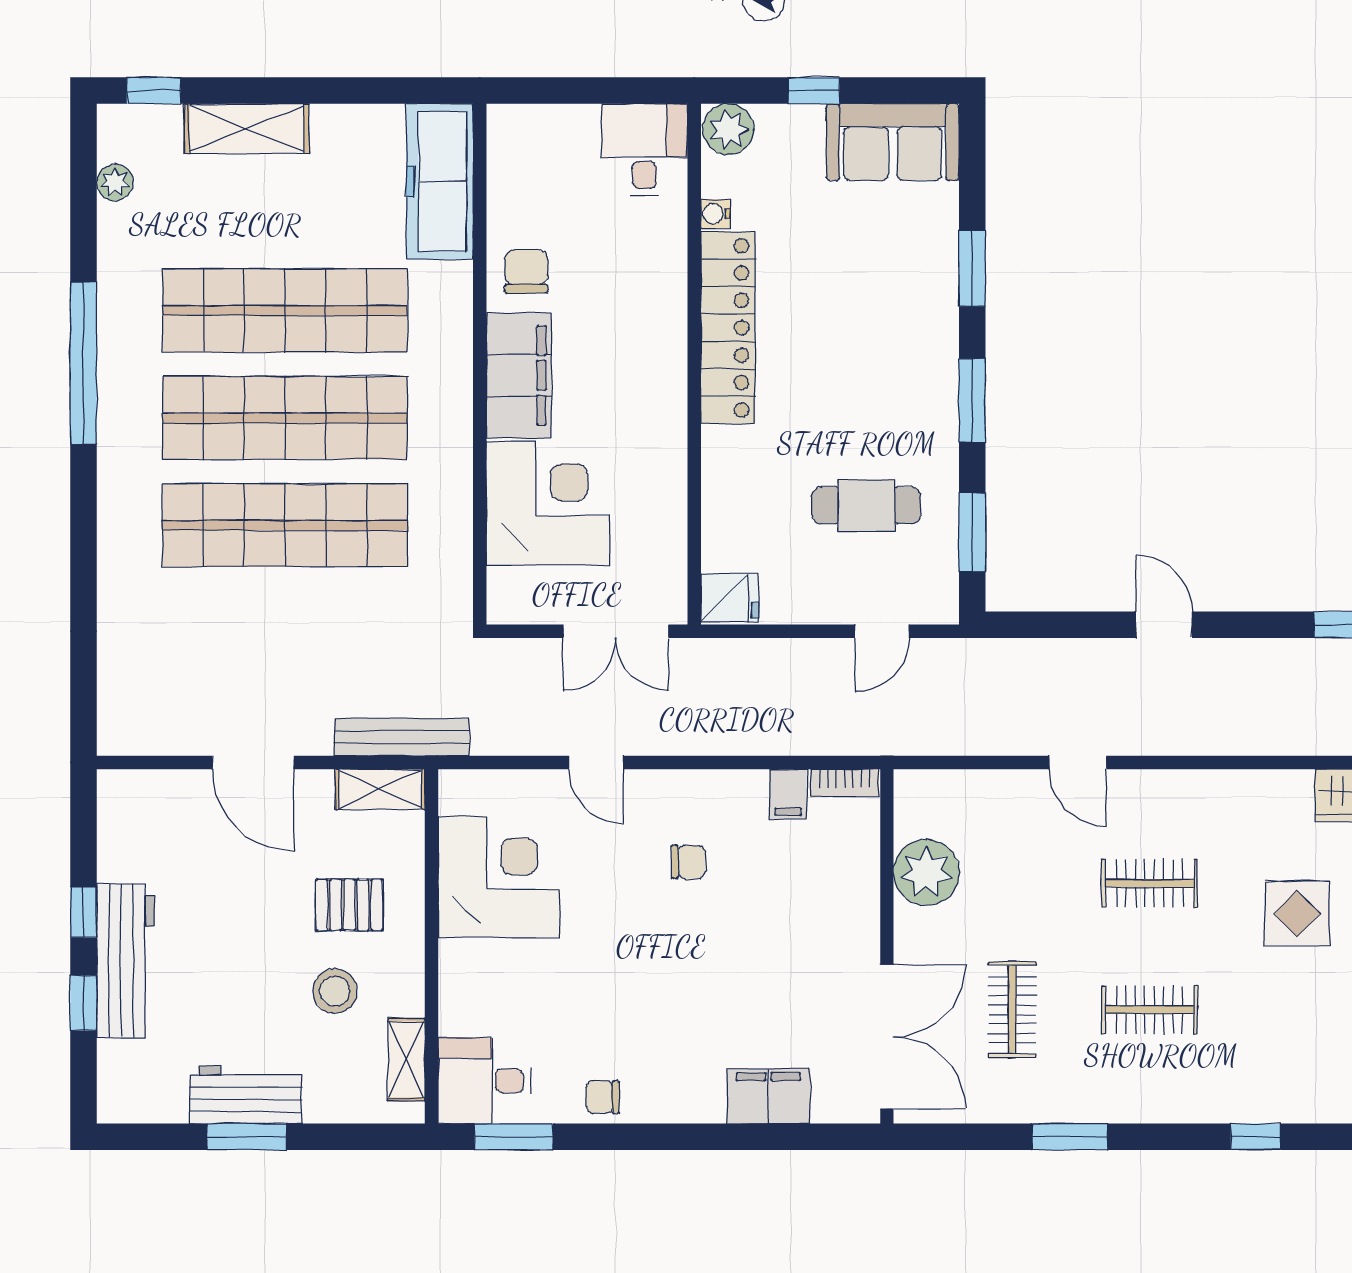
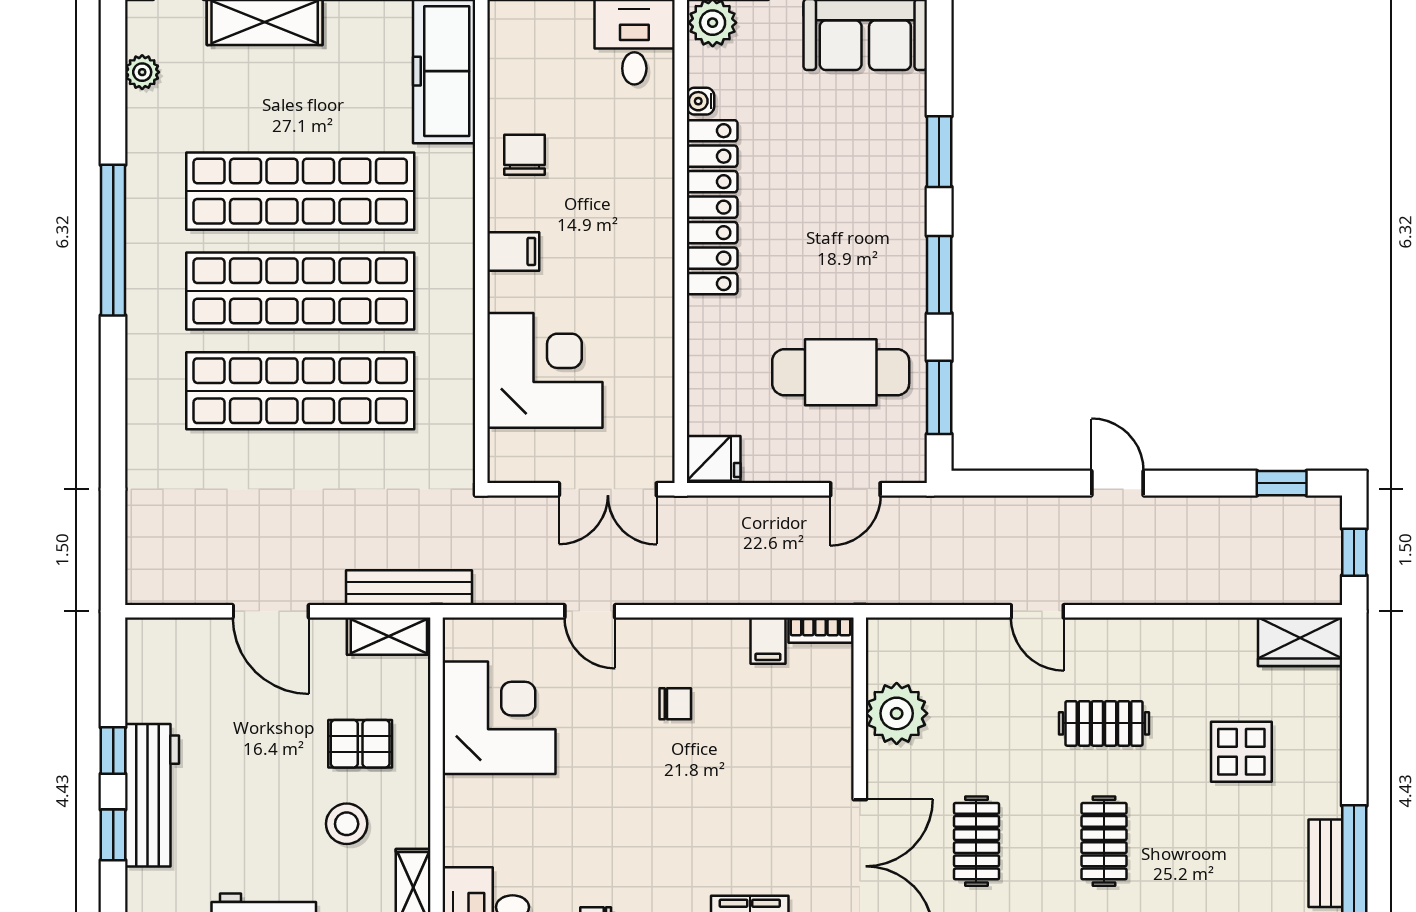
filing cabinet: (519, 375) -> (513, 251), width x0.33, depth x0.86
cafe table: (866, 505) -> (841, 372), width x1.37, depth x1.35
clothes rail: (1149, 1010) -> (1104, 841), turned 90

